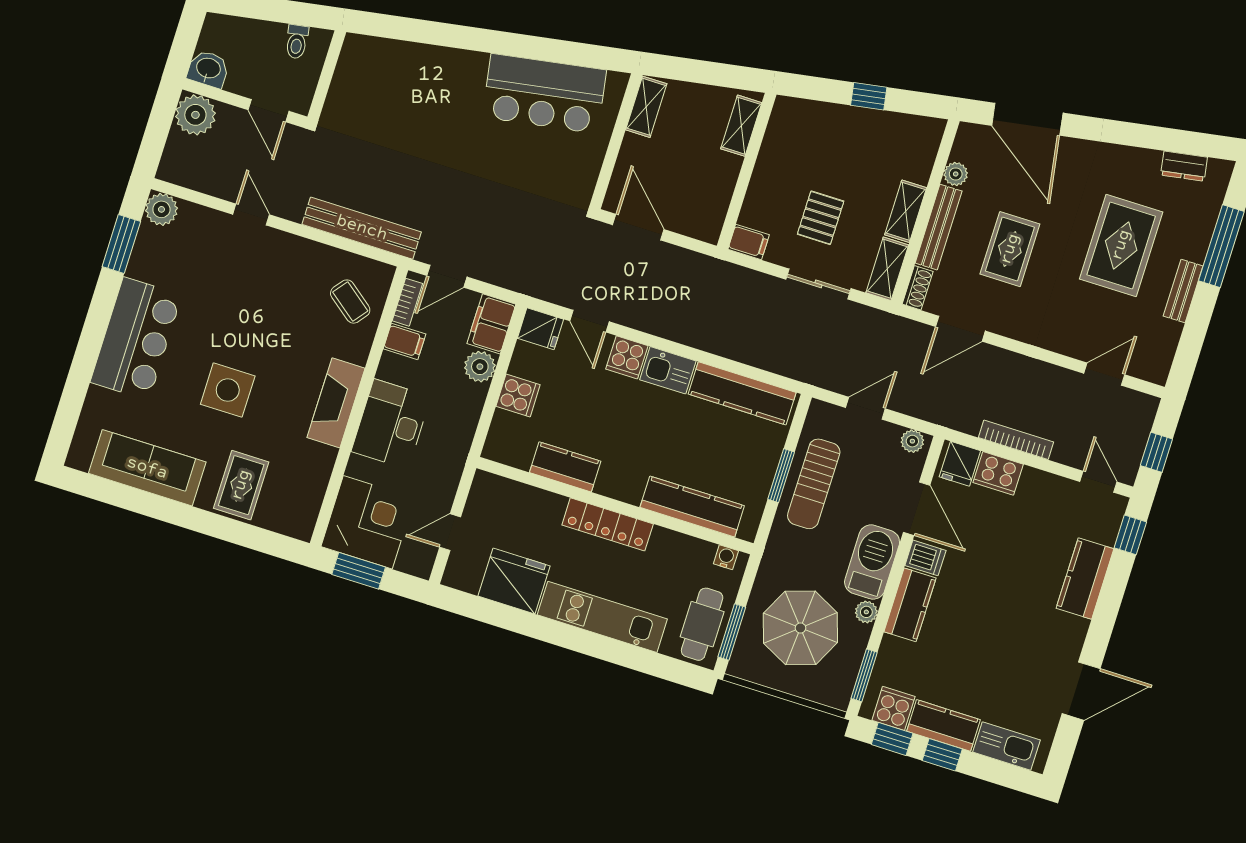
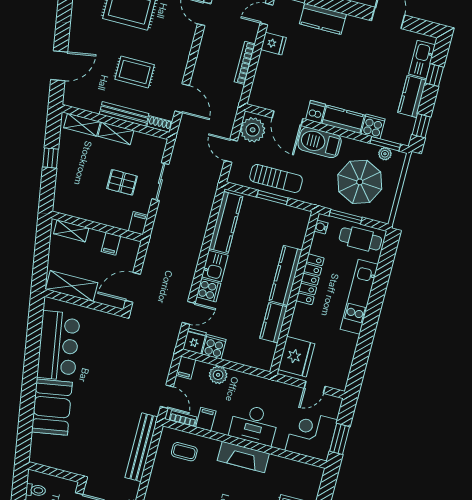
booth: (439, 77) -> (52, 407), added
shelving: (646, 107) -> (72, 286), width x1.50, depth x1.33
door: (1027, 119) -> (59, 66), width x0.73
plant: (956, 174) -> (93, 106), removed
filing cabinet: (715, 193) -> (111, 244), added
shelving: (887, 269) -> (82, 125), moved
coffee table: (350, 302) -> (184, 452), turned 52
filing cabinet: (491, 324) -> (186, 368), width x0.50
cooker: (518, 396) -> (214, 347), moved
plant: (912, 441) -> (253, 130), width x1.87, depth x1.87
fridge: (960, 464) -> (273, 44), moved
cooker: (998, 473) -> (265, 72), removed
kitchen counter: (692, 507) -> (286, 275), moved
door: (917, 509) -> (287, 118), swing flipped
locker: (608, 524) -> (310, 279), moved
door: (450, 532) -> (315, 387), hinge flipped
fridge: (514, 581) -> (296, 357), moved, turned 180
plant: (866, 612) -> (385, 154), moved
window: (732, 632) -> (346, 217), moved
cooker: (894, 708) -> (373, 126), moved, turned 90
window: (942, 755) -> (434, 75), moved

